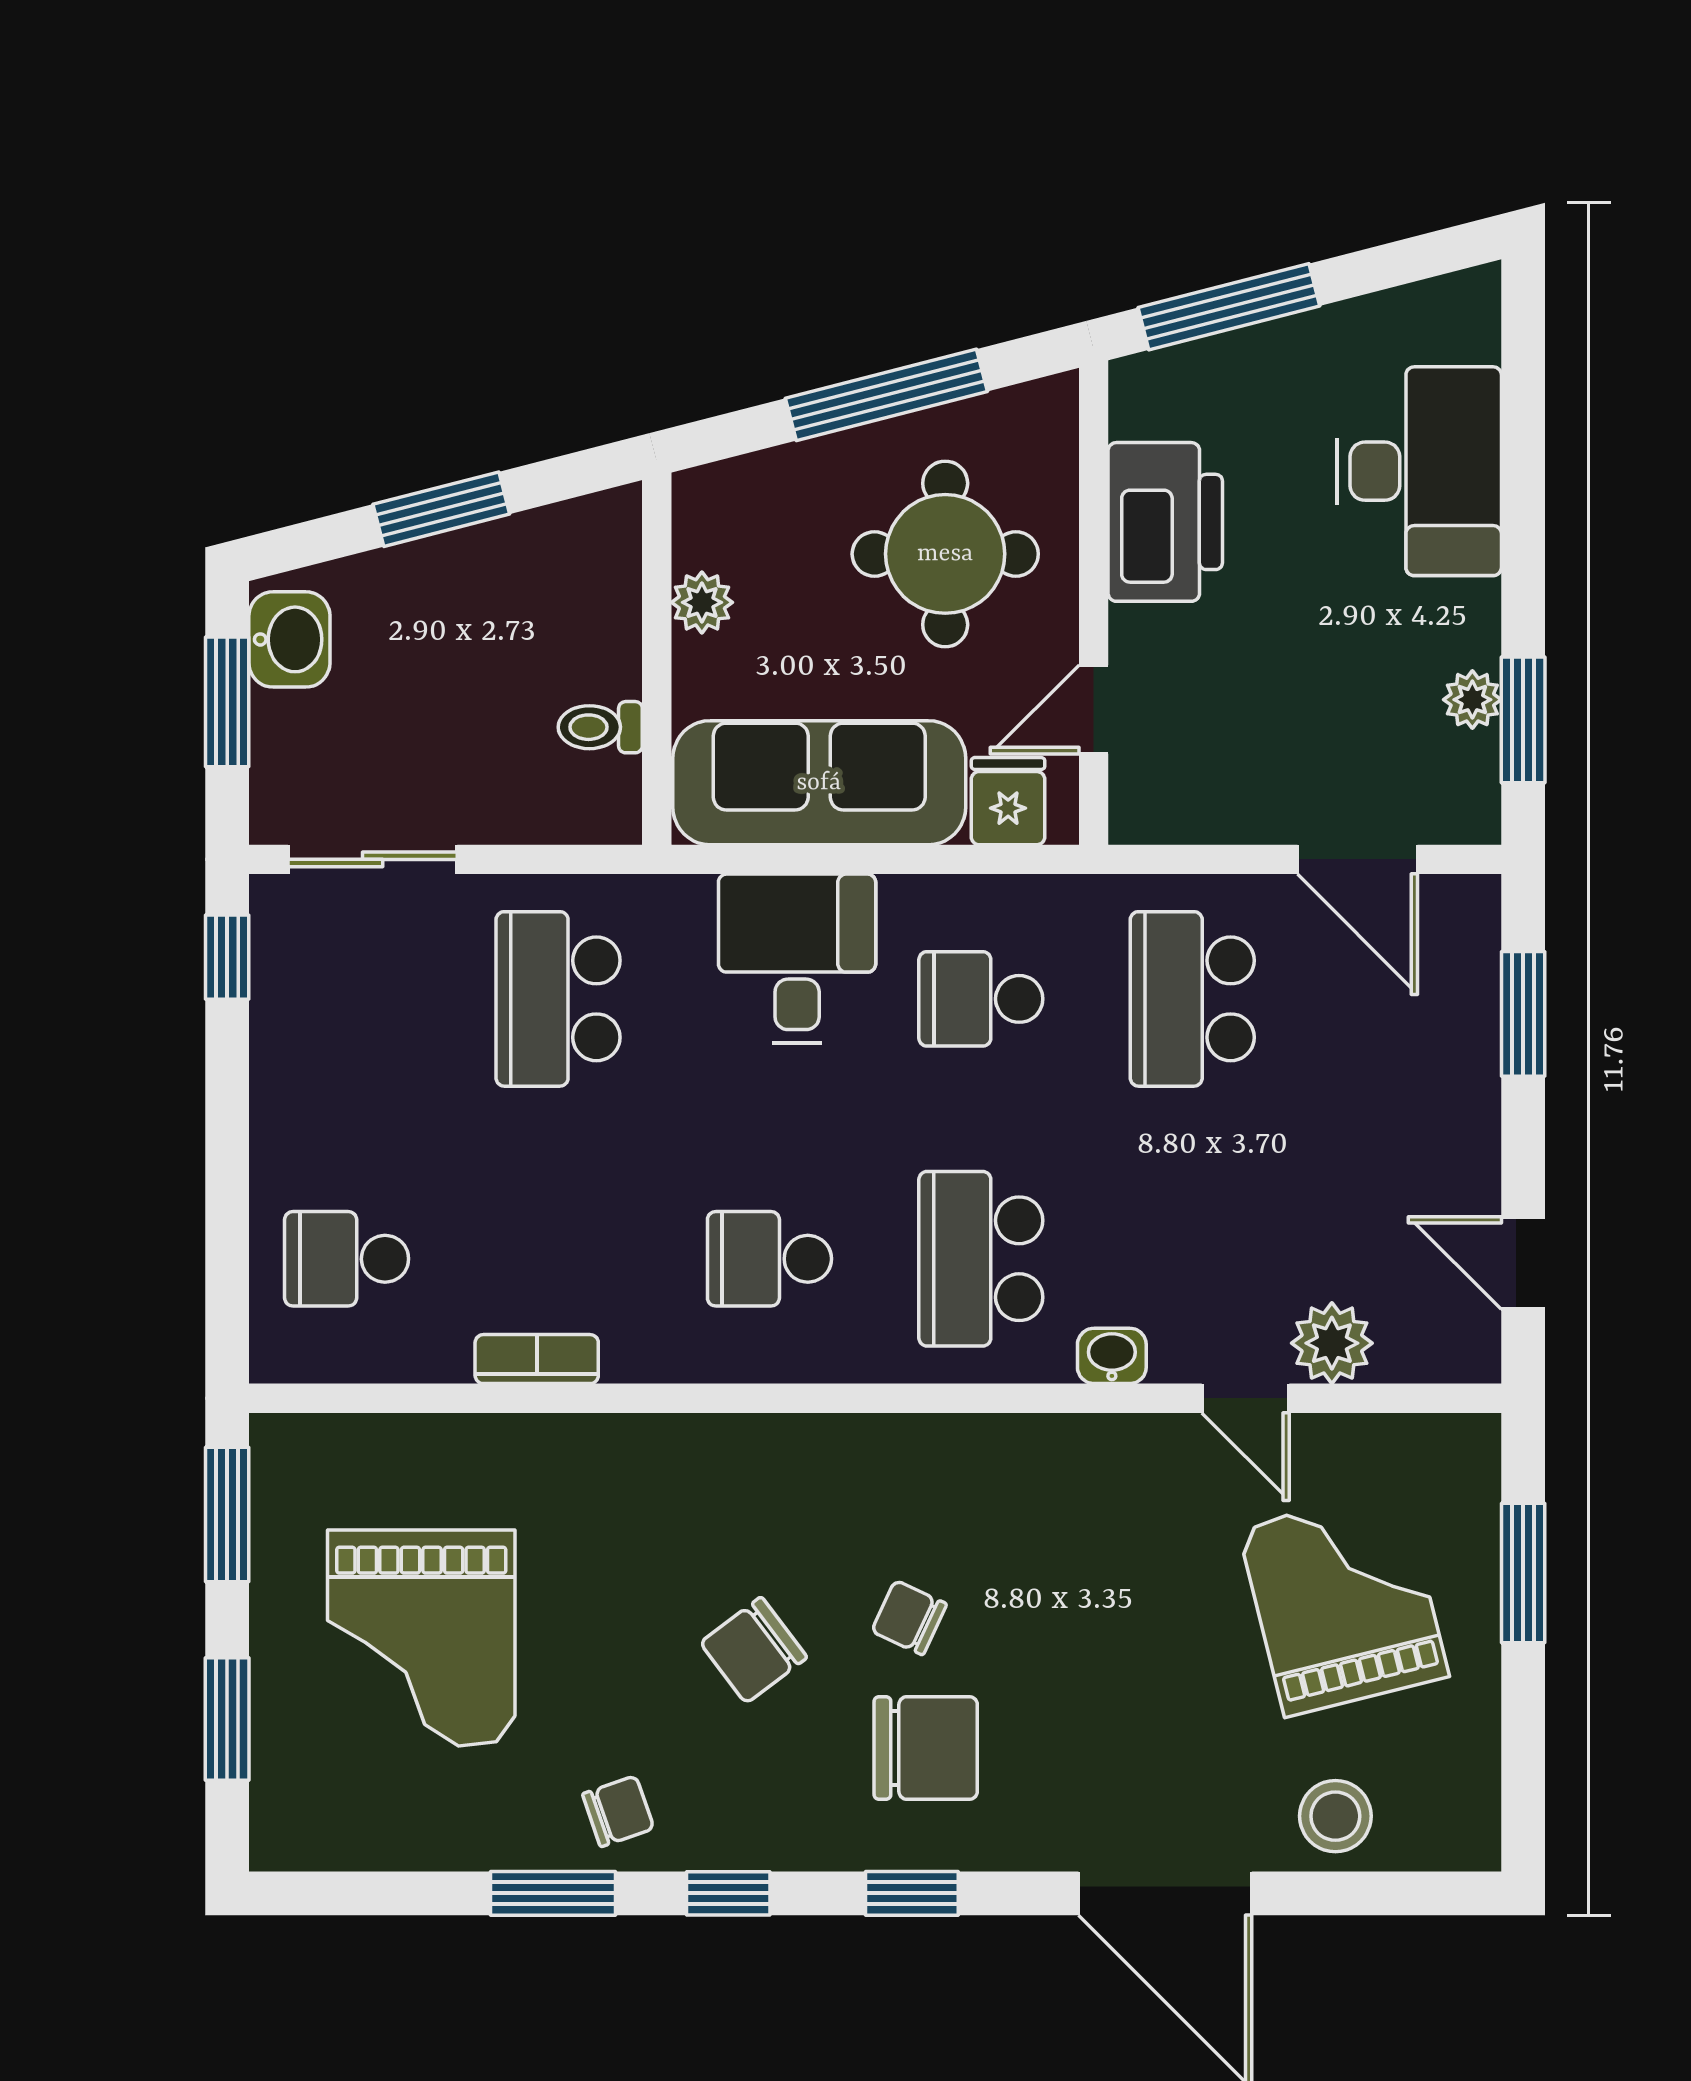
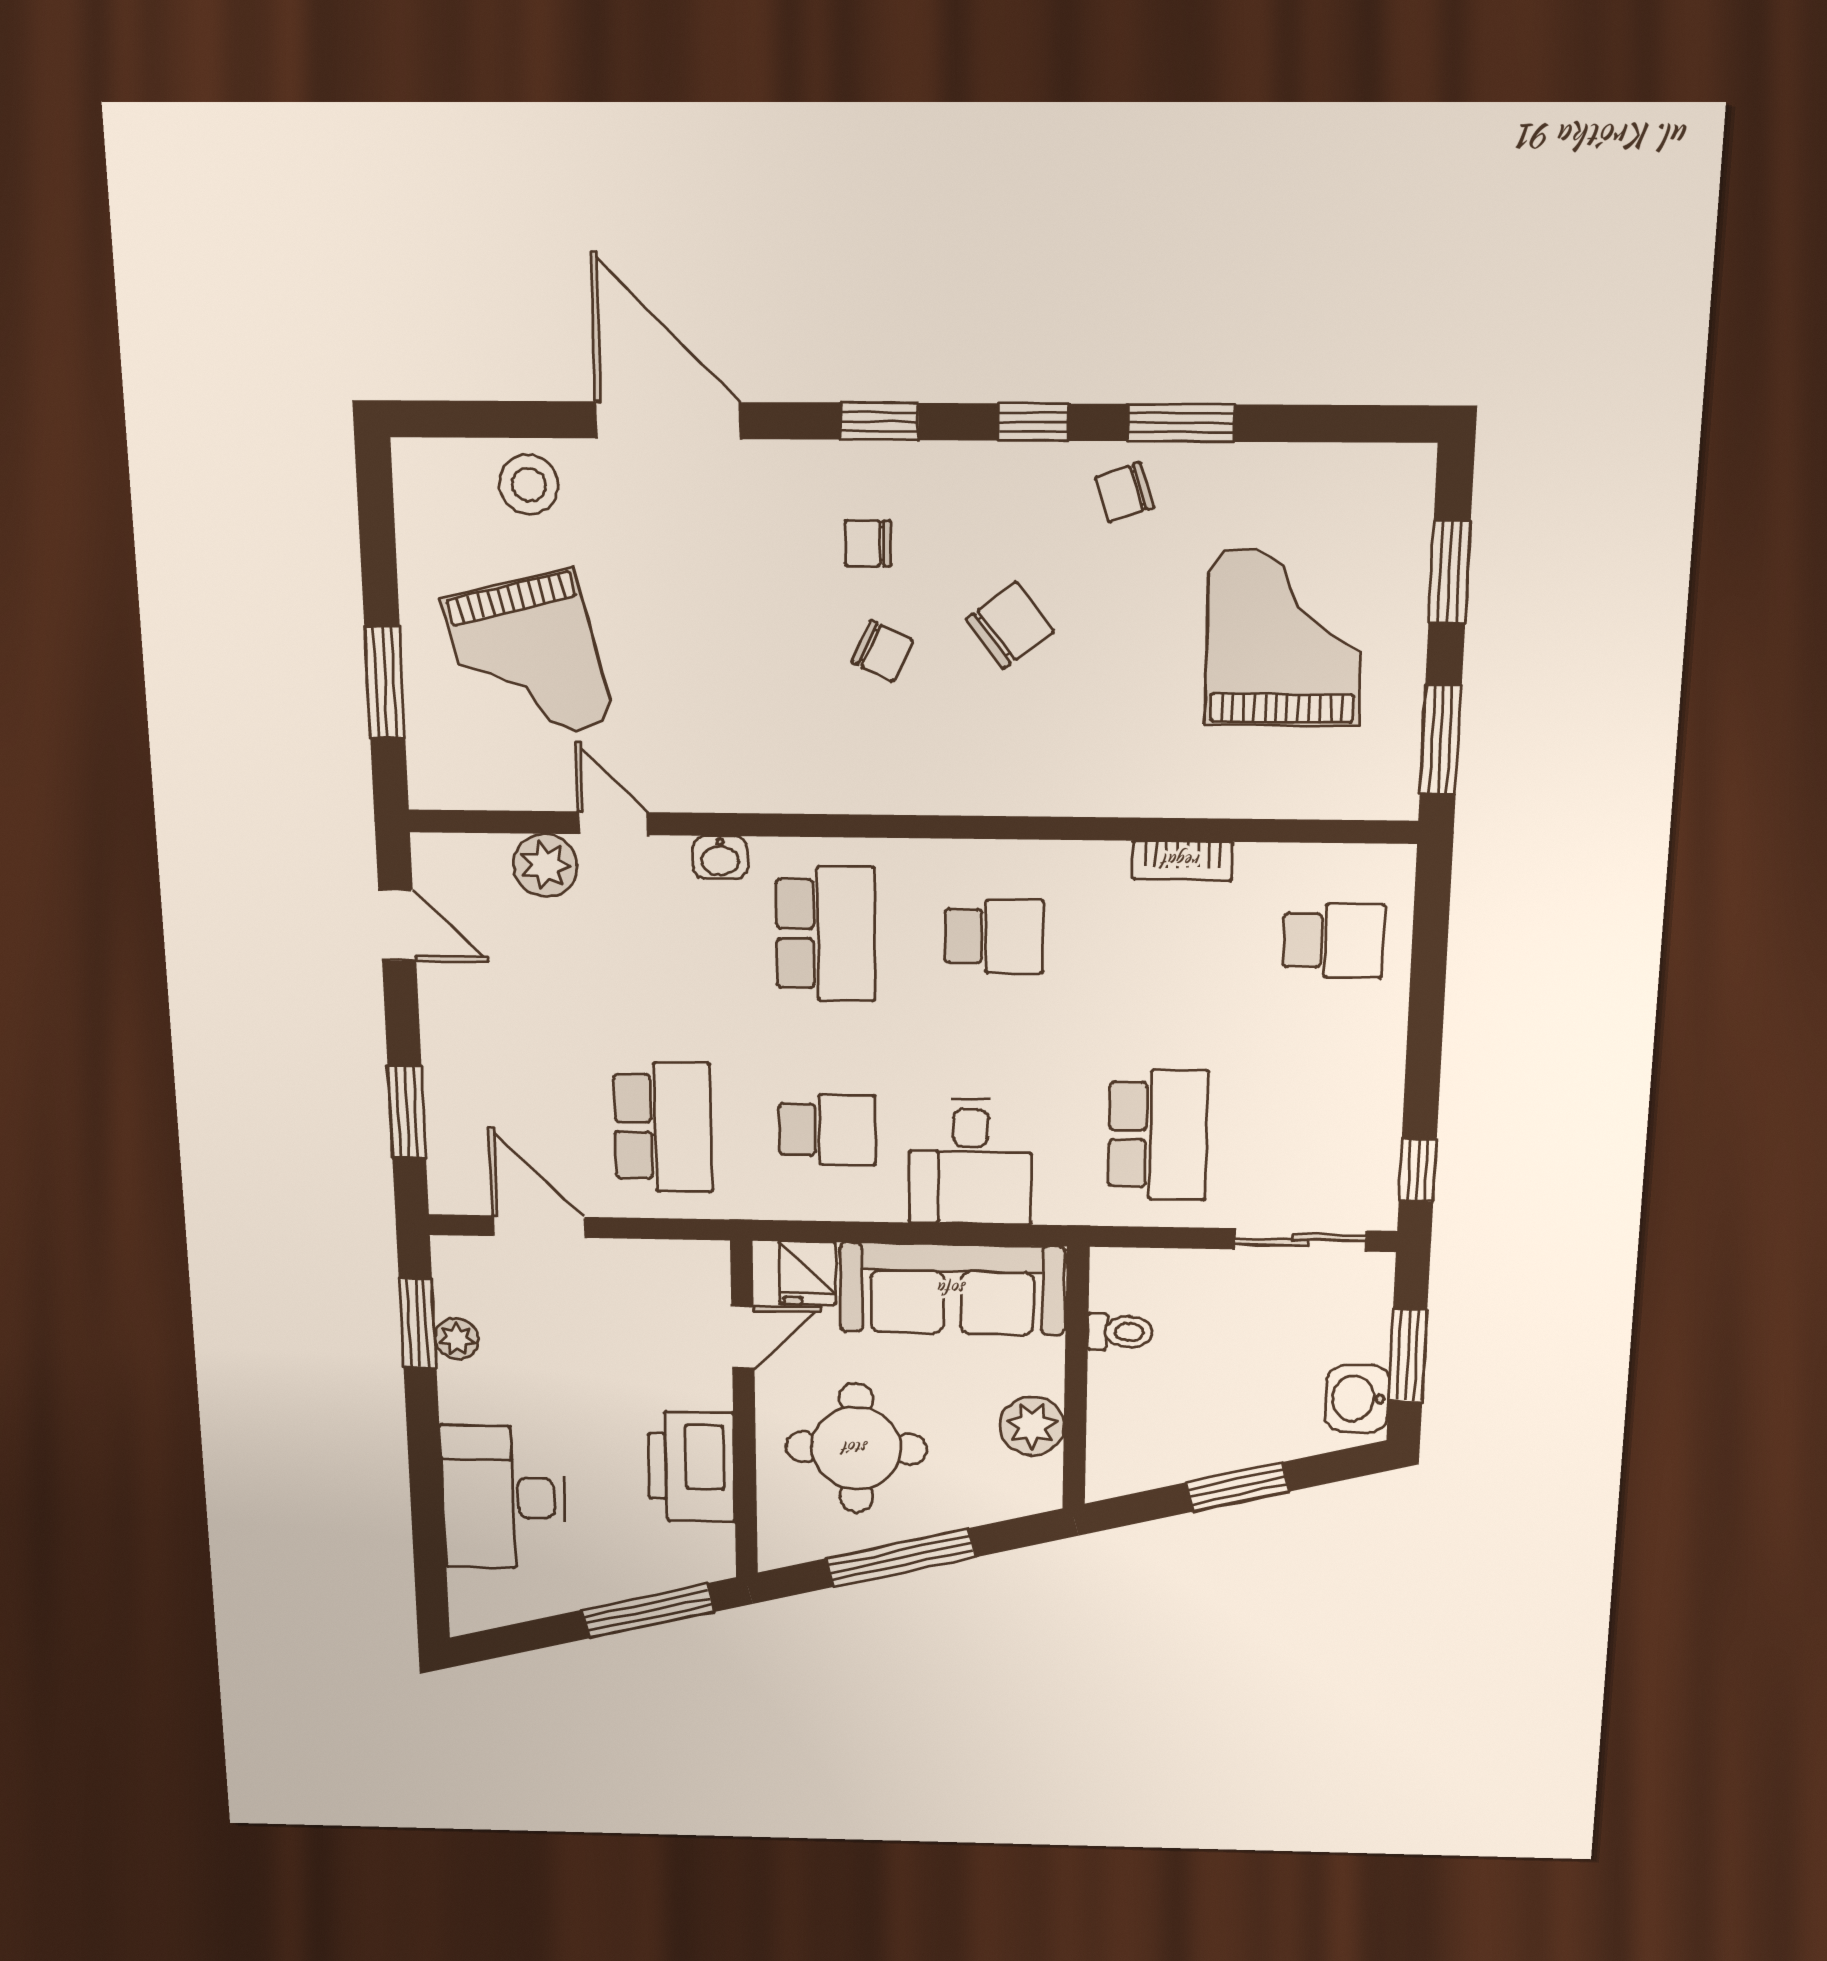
plant: (702, 602) -> (1032, 1426), width x1.38, depth x1.38
chair: (926, 1748) -> (868, 543), width x0.54, depth x0.54

